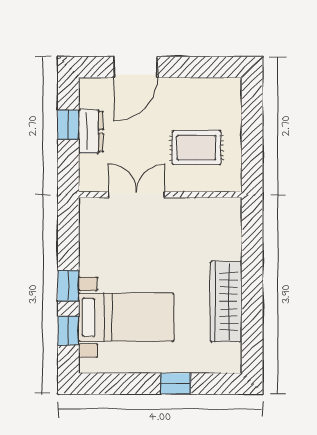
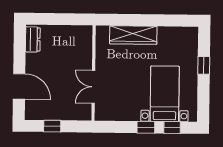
dresser: (91, 131) -> (33, 39), moved, turned 90
rug: (196, 148) -> (66, 52), removed
wardrobe: (226, 302) -> (133, 35), moved

